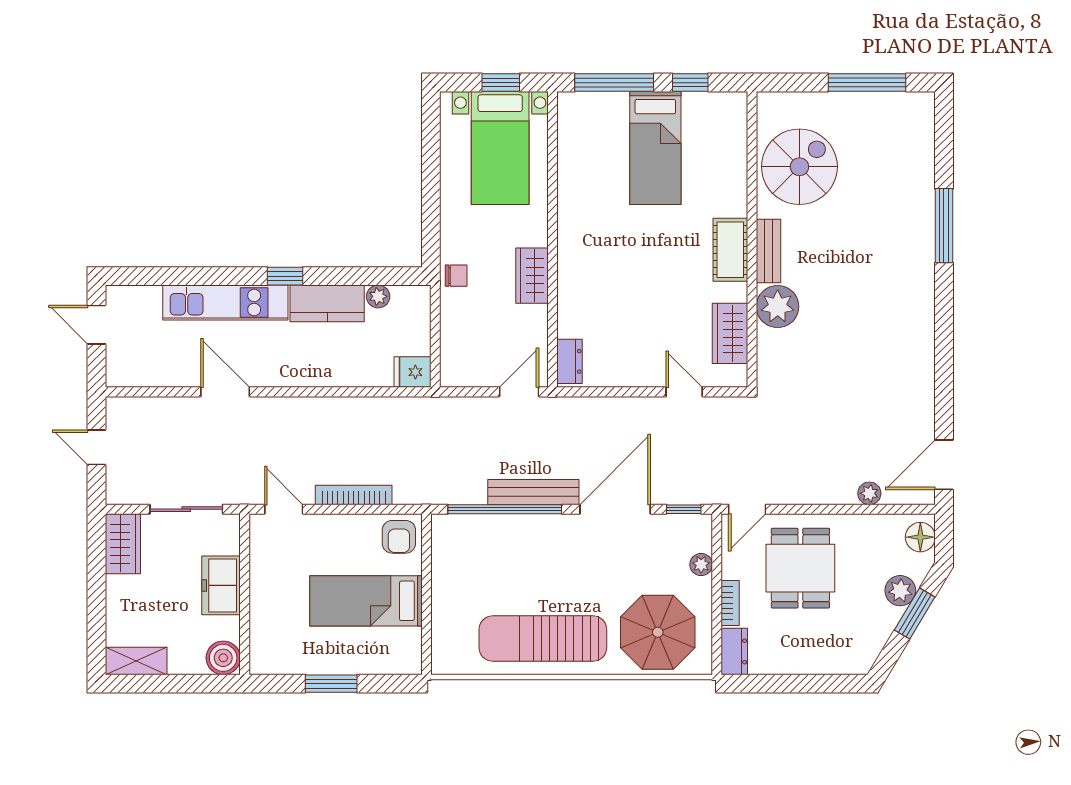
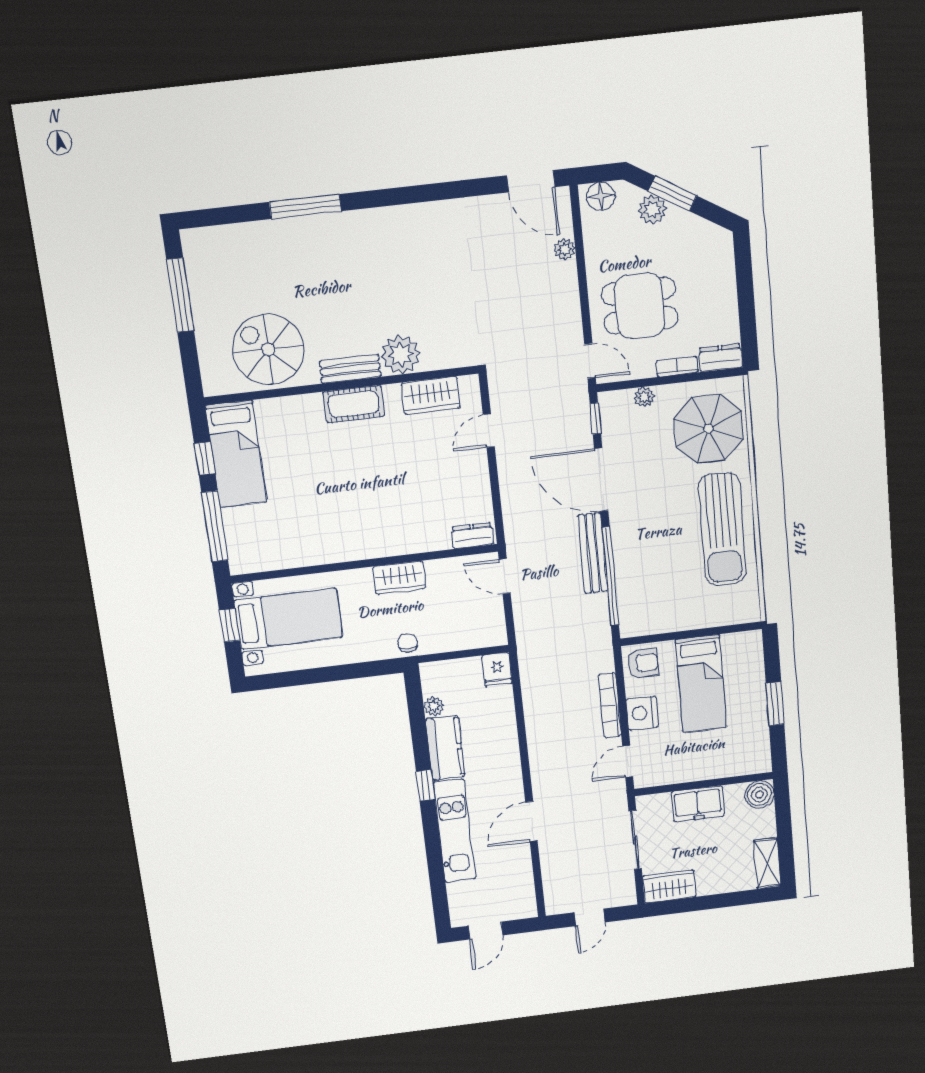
bed: (655, 148) -> (236, 454), moved, turned 90
nightstand: (339, 531) -> (642, 713), added

